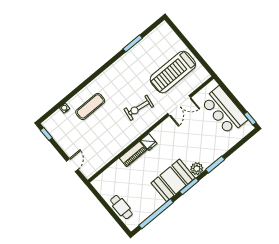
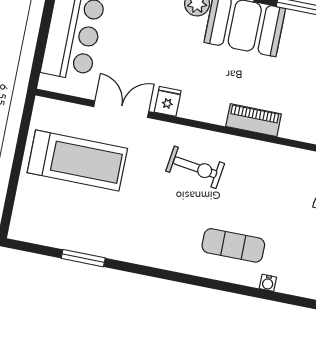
exercise bike: (139, 108) -> (195, 167), moved
fridge: (149, 142) -> (168, 101), moved

